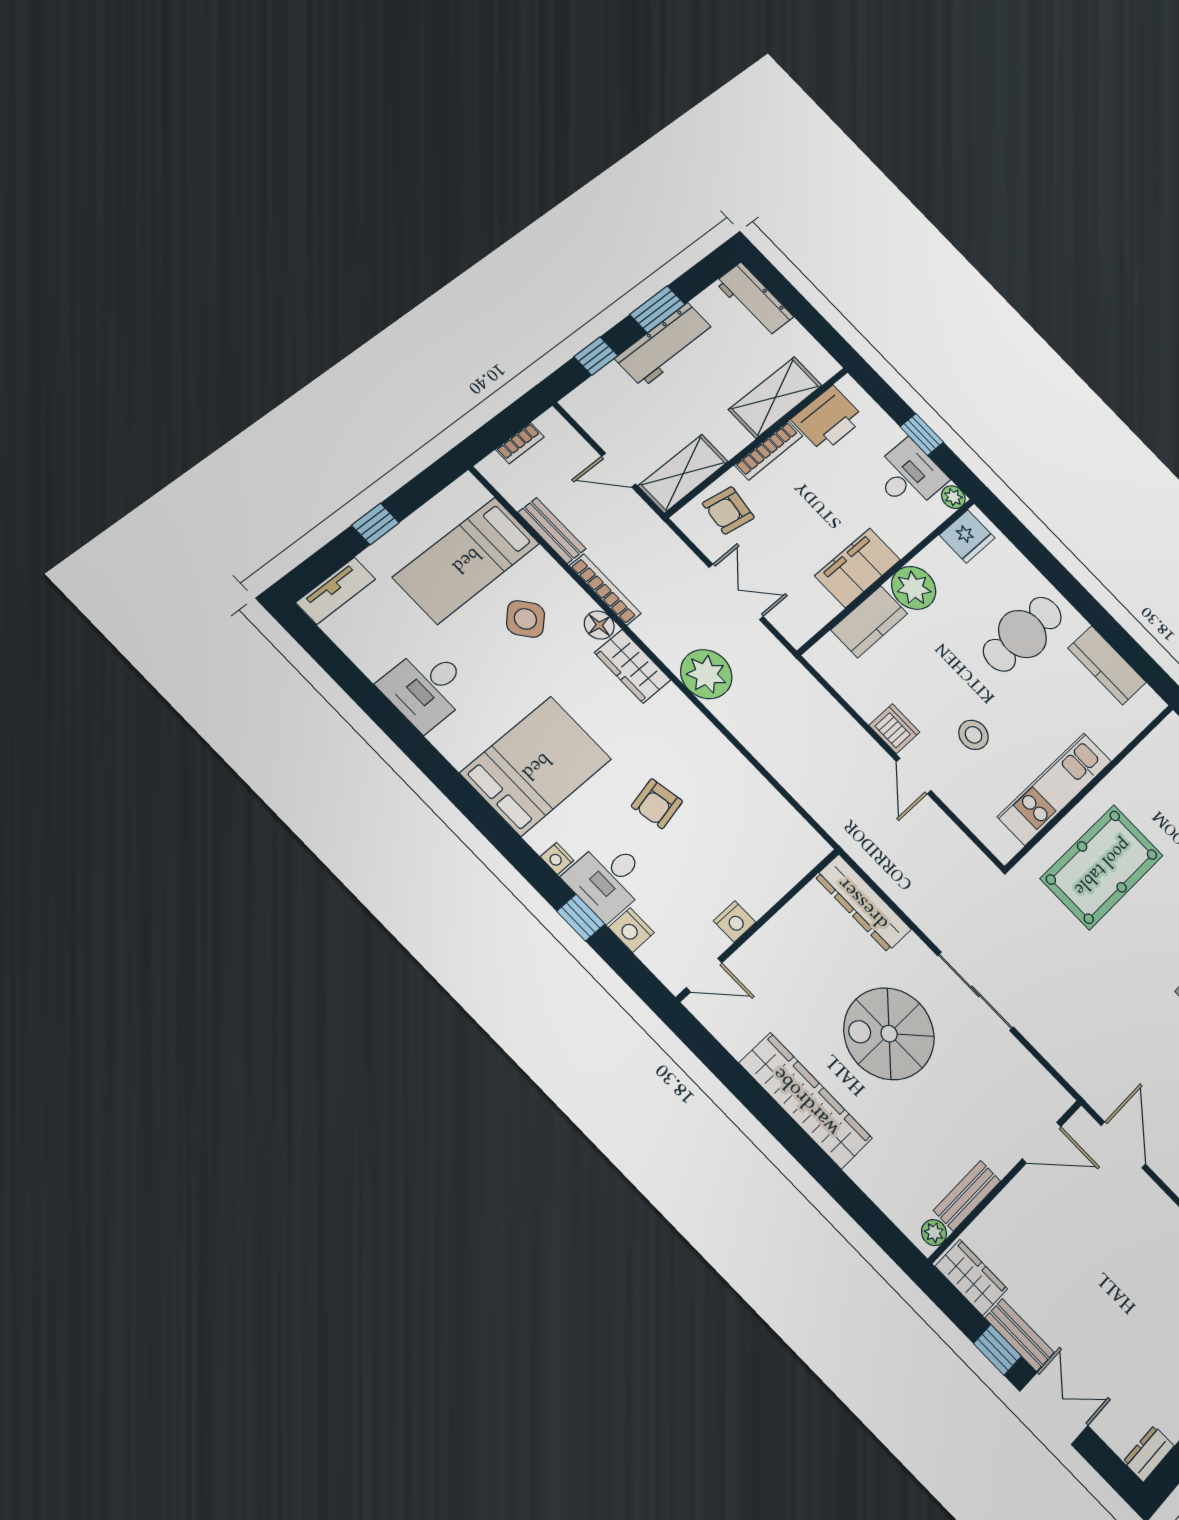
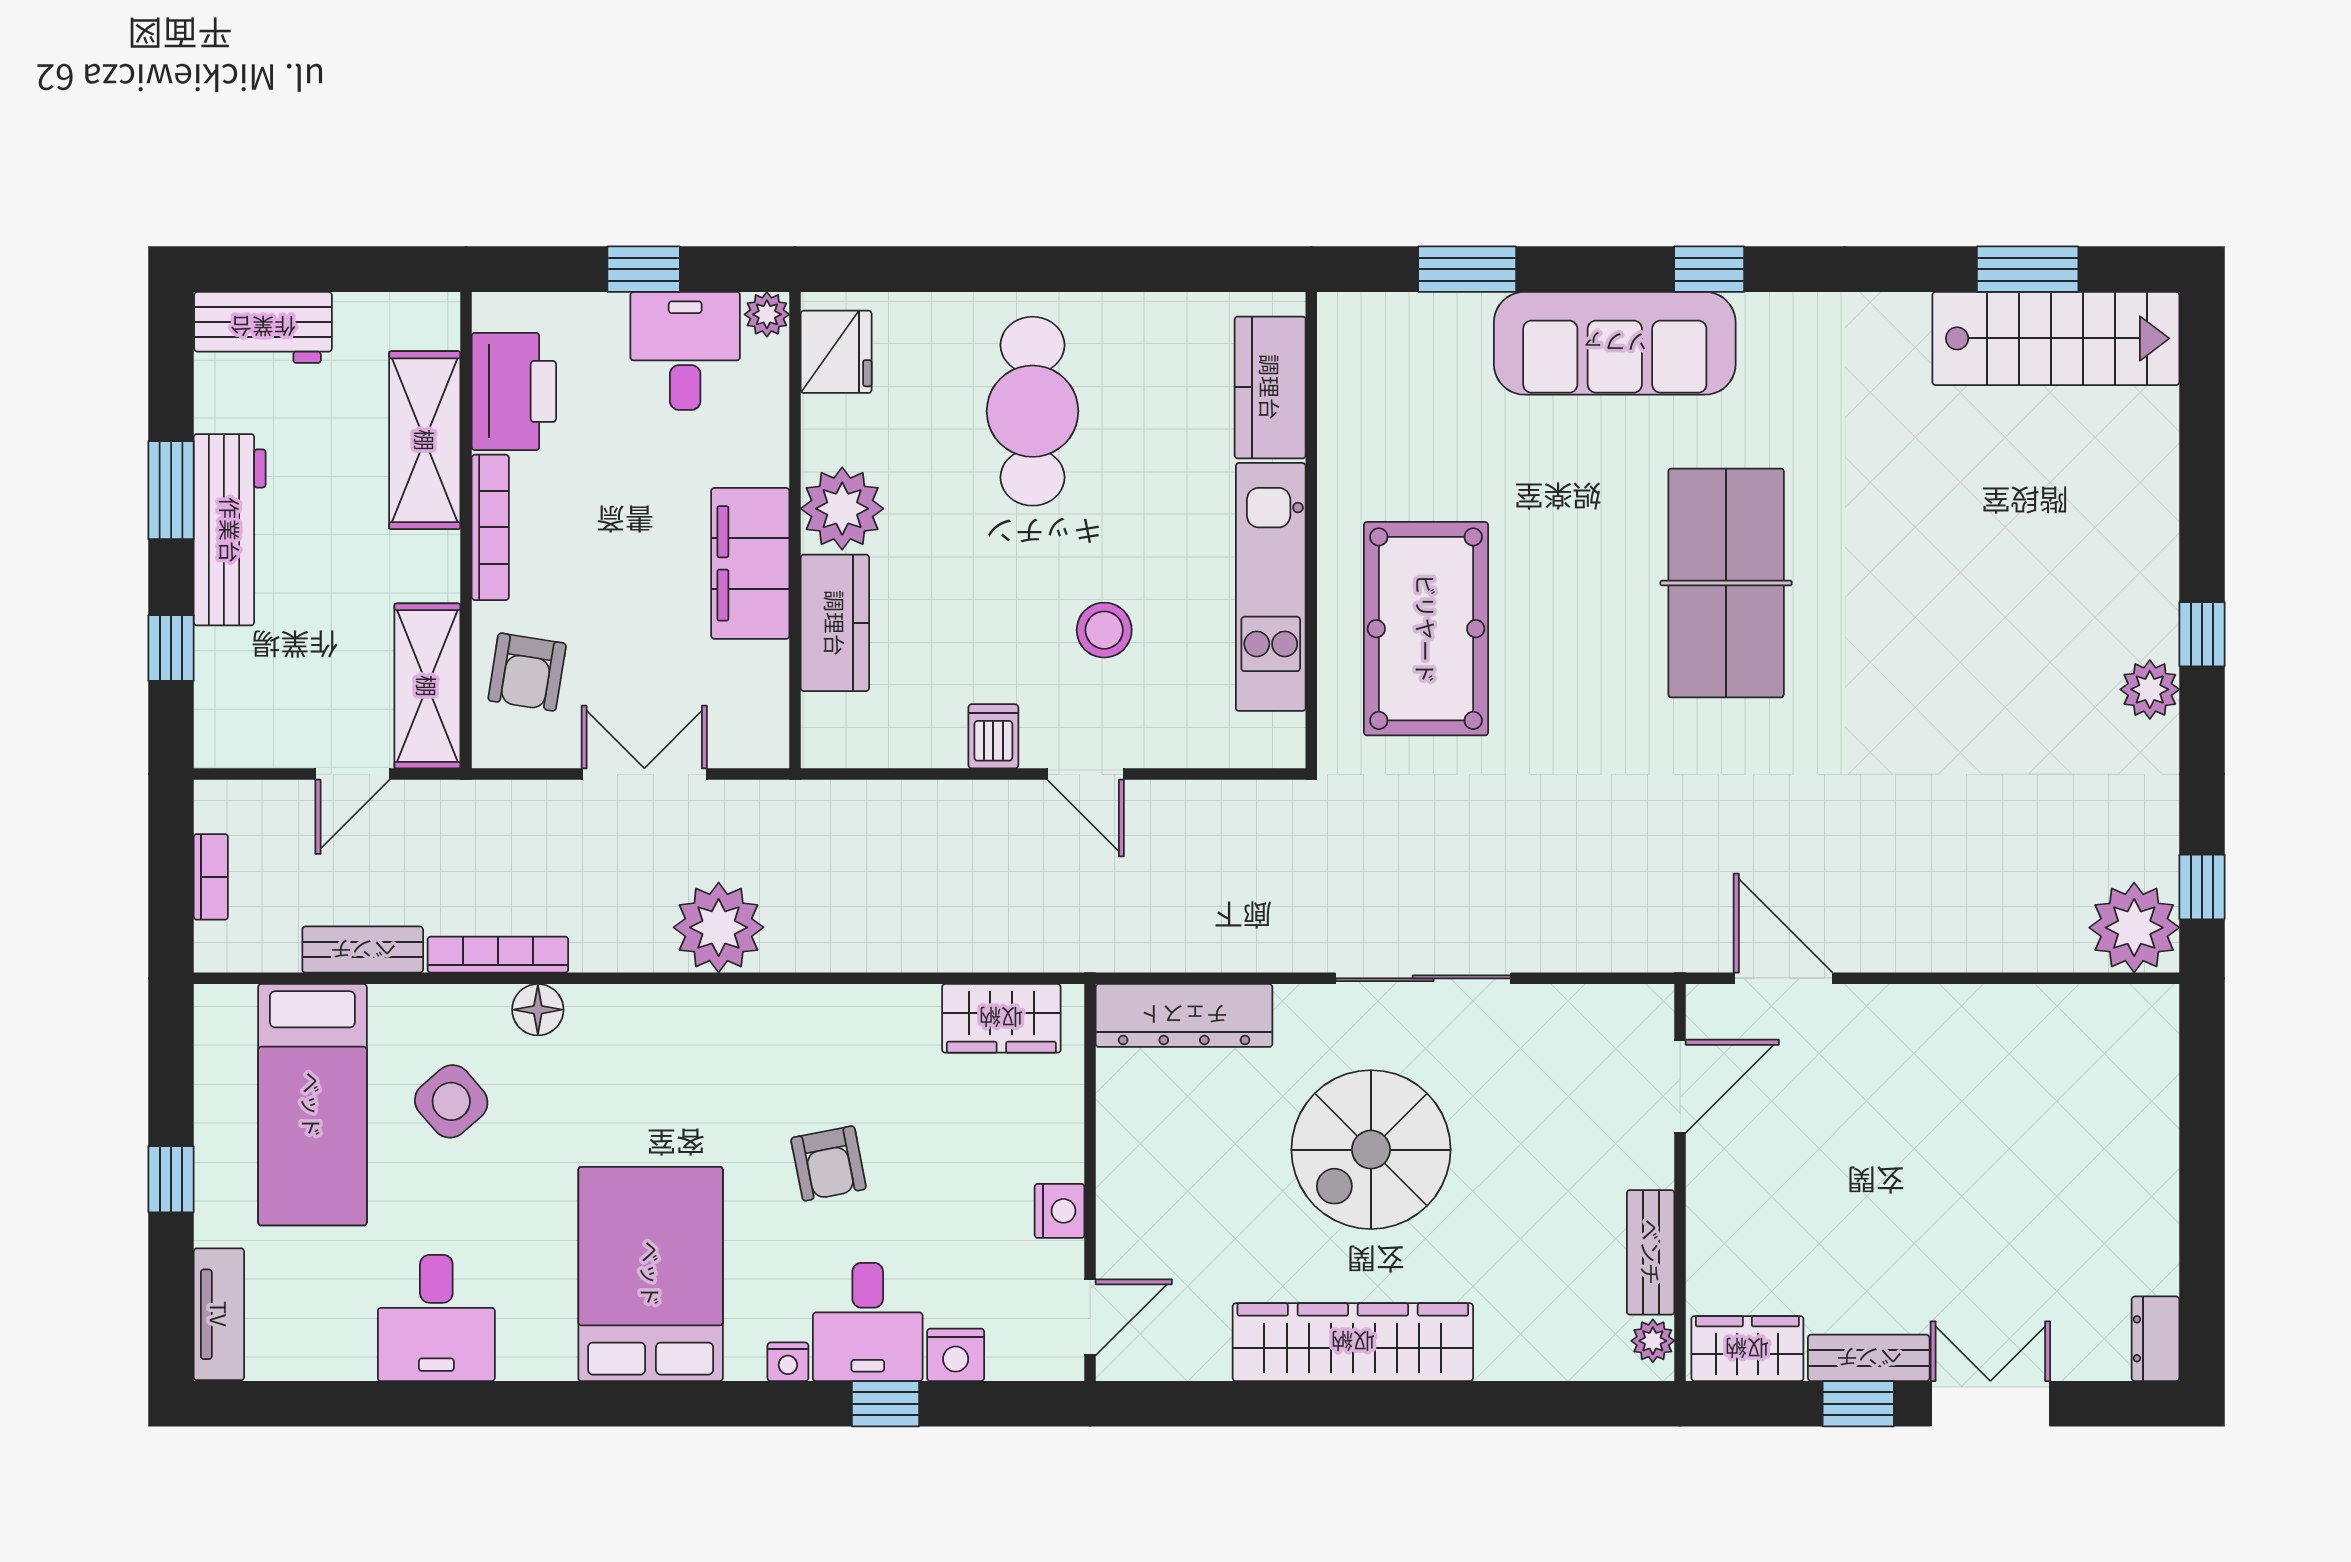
kitchen counter: (1107, 665) -> (1270, 387), moved, turned 90
wardrobe: (633, 666) -> (1001, 1018), moved
dishwasher: (894, 729) -> (993, 736), width x0.73

